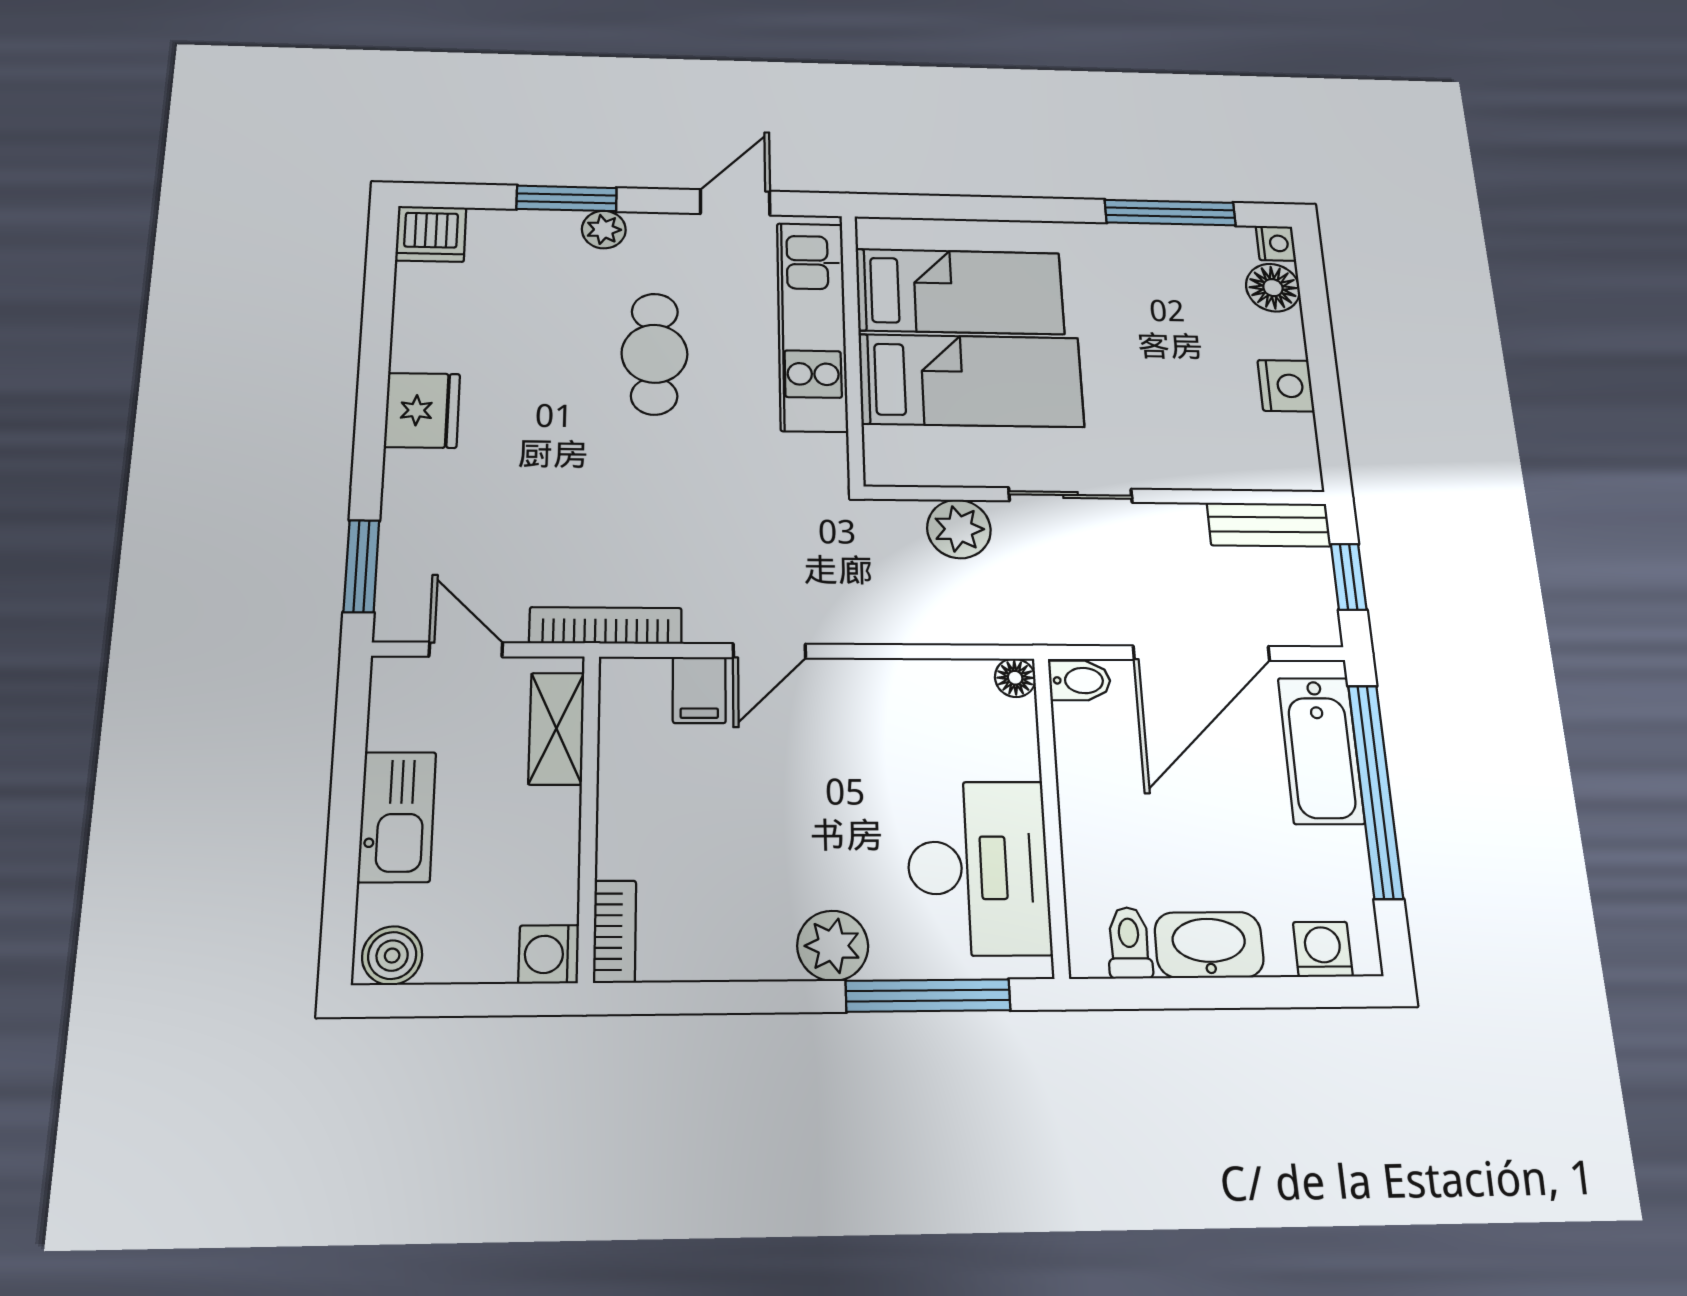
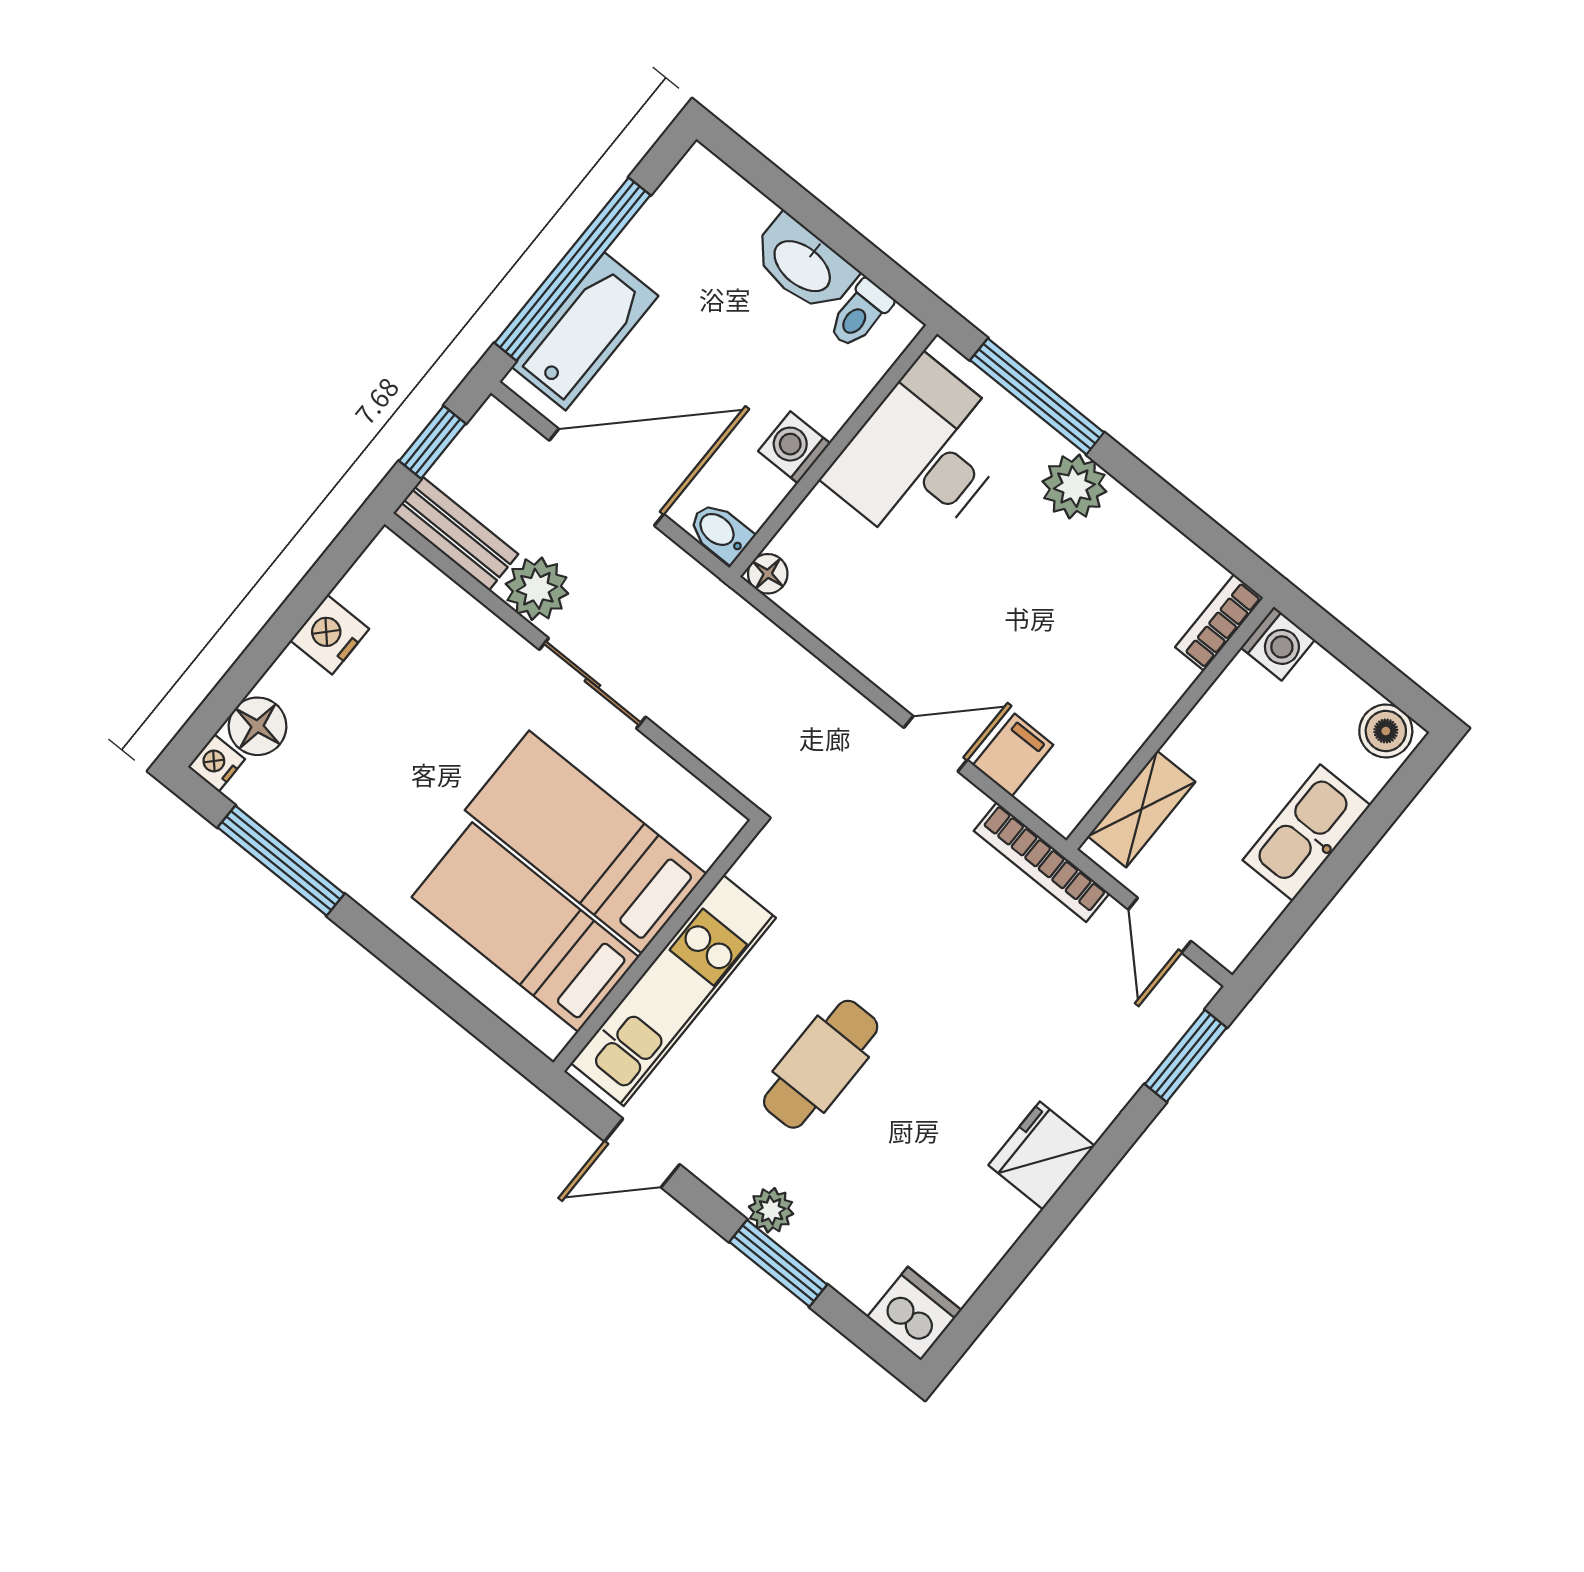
plant: (959, 529) -> (537, 589), moved
washing machine: (1323, 949) -> (794, 447), moved, turned 90

